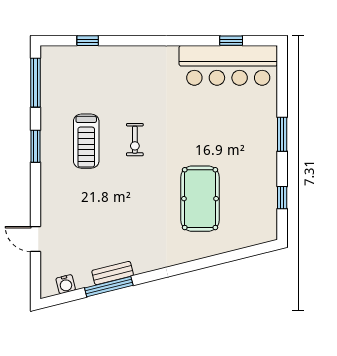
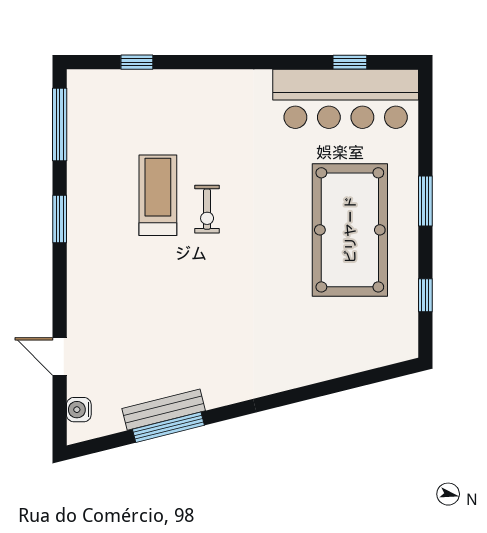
treadmill: (86, 141) -> (158, 195), moved, turned 180
pool table: (200, 199) -> (350, 230), moved, width x1.36, depth x1.32
bench: (113, 273) -> (164, 410), width x1.36
water cooler: (66, 284) -> (79, 410), moved, turned 104

